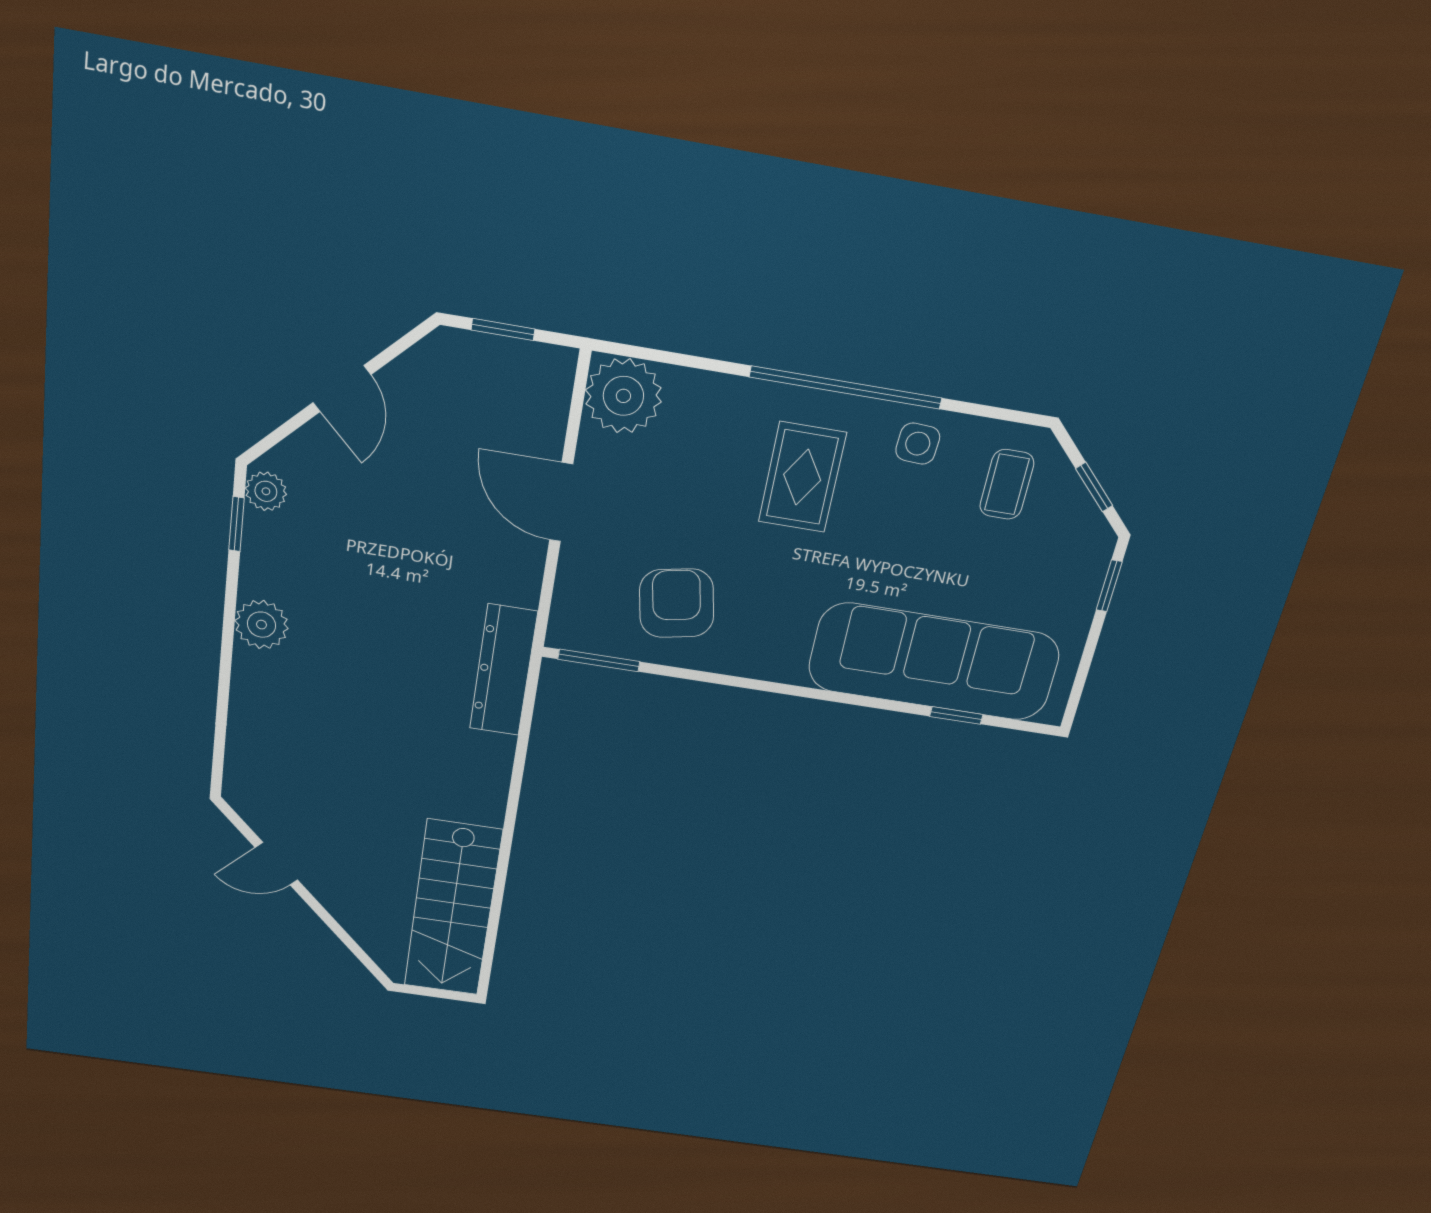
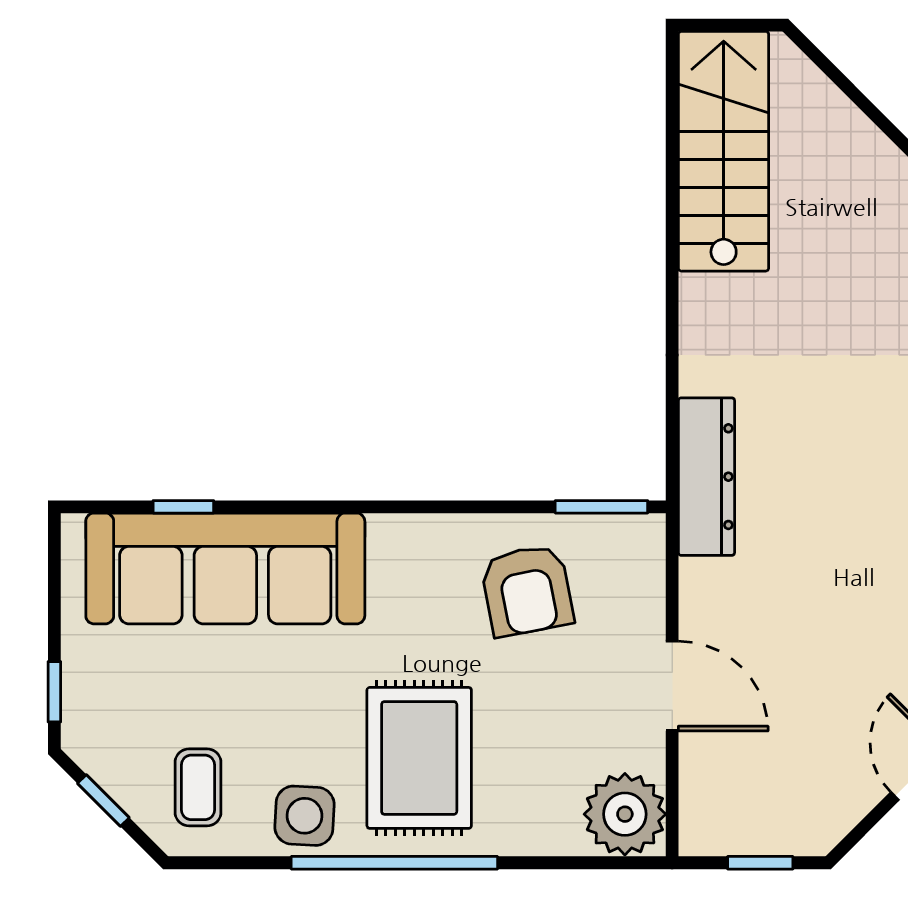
side table: (918, 444) -> (305, 816), width x1.37, depth x1.37
rug: (802, 477) -> (419, 758), width x1.36, depth x1.43

